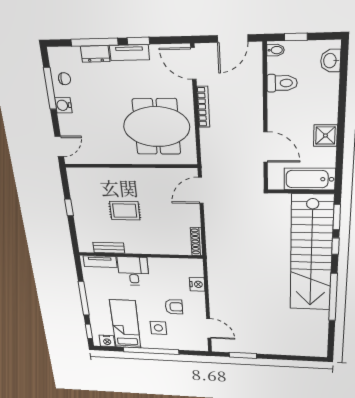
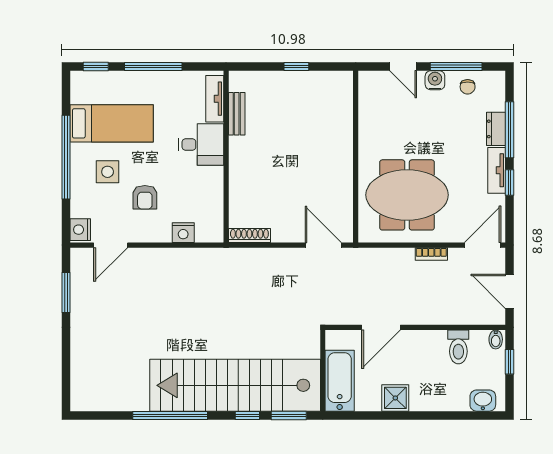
bookcase: (203, 107) -> (431, 254), width x0.64
meeting table: (157, 127) -> (407, 195), turned 90
door: (59, 146) -> (403, 66), moved
rug: (125, 211) -> (293, 142), removed
nightstand: (107, 341) -> (80, 230), moved

